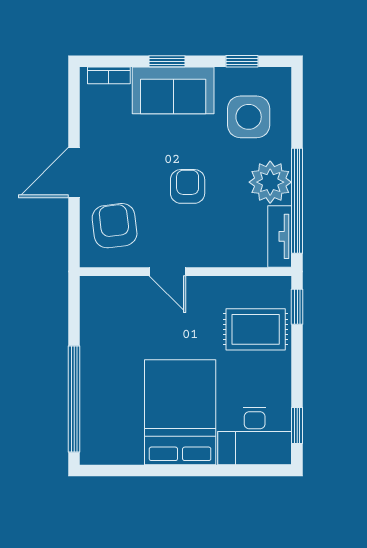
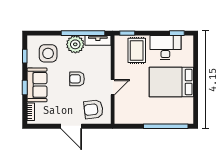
desk: (255, 436) -> (165, 48), moved, turned -90

